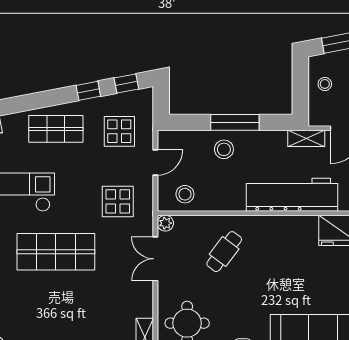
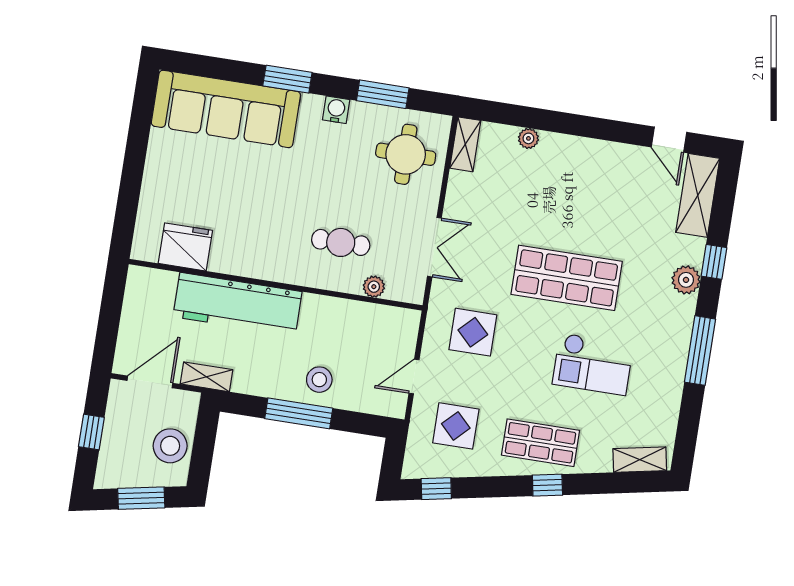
stool: (325, 84) -> (170, 446), width x1.89, depth x1.89
window: (88, 91) -> (547, 485), moved
stool: (185, 194) -> (381, 328), removed
plant: (165, 223) -> (374, 287), moved
cafe table: (224, 252) -> (341, 242), turned 53

